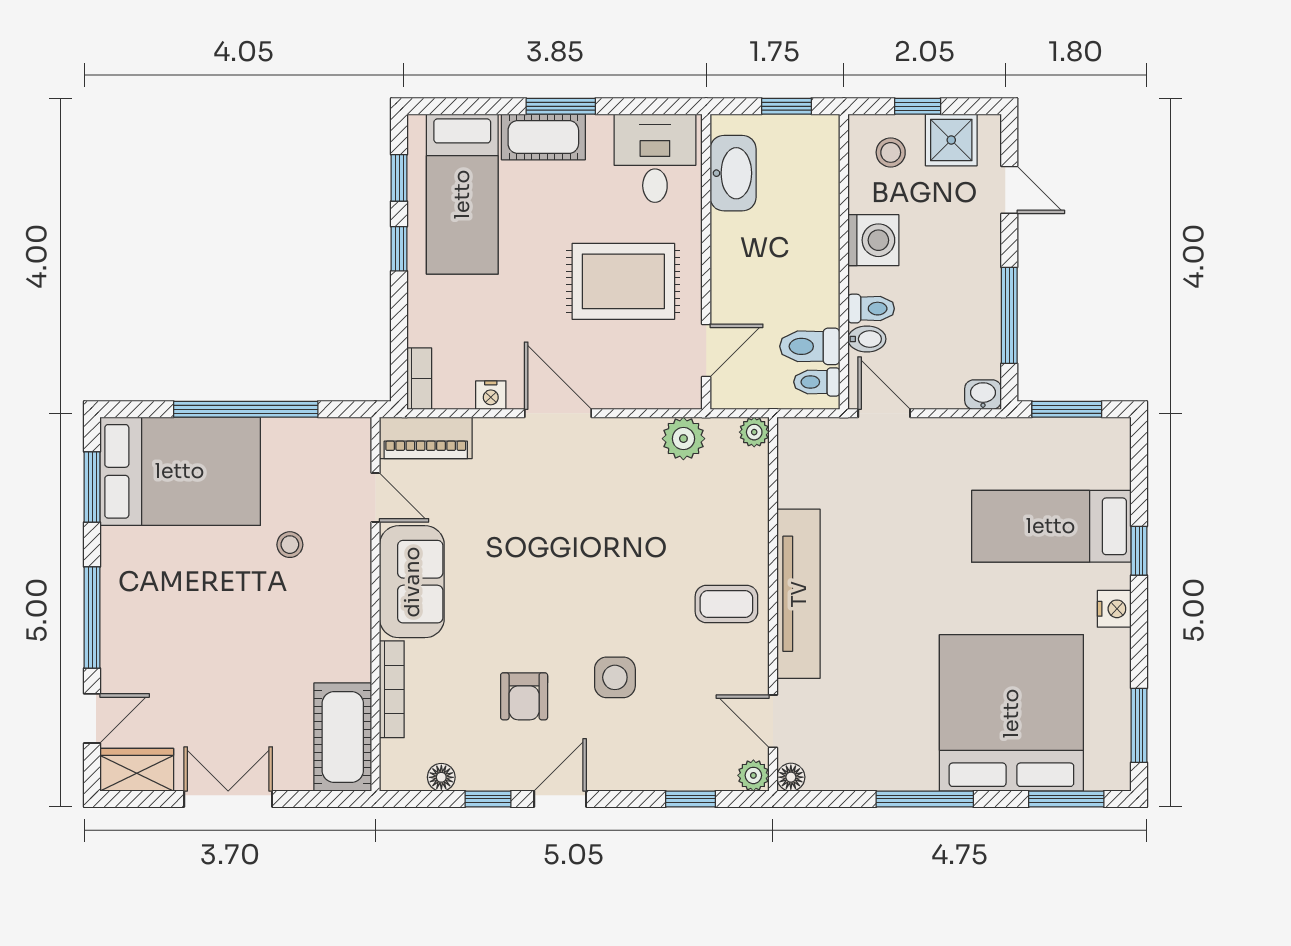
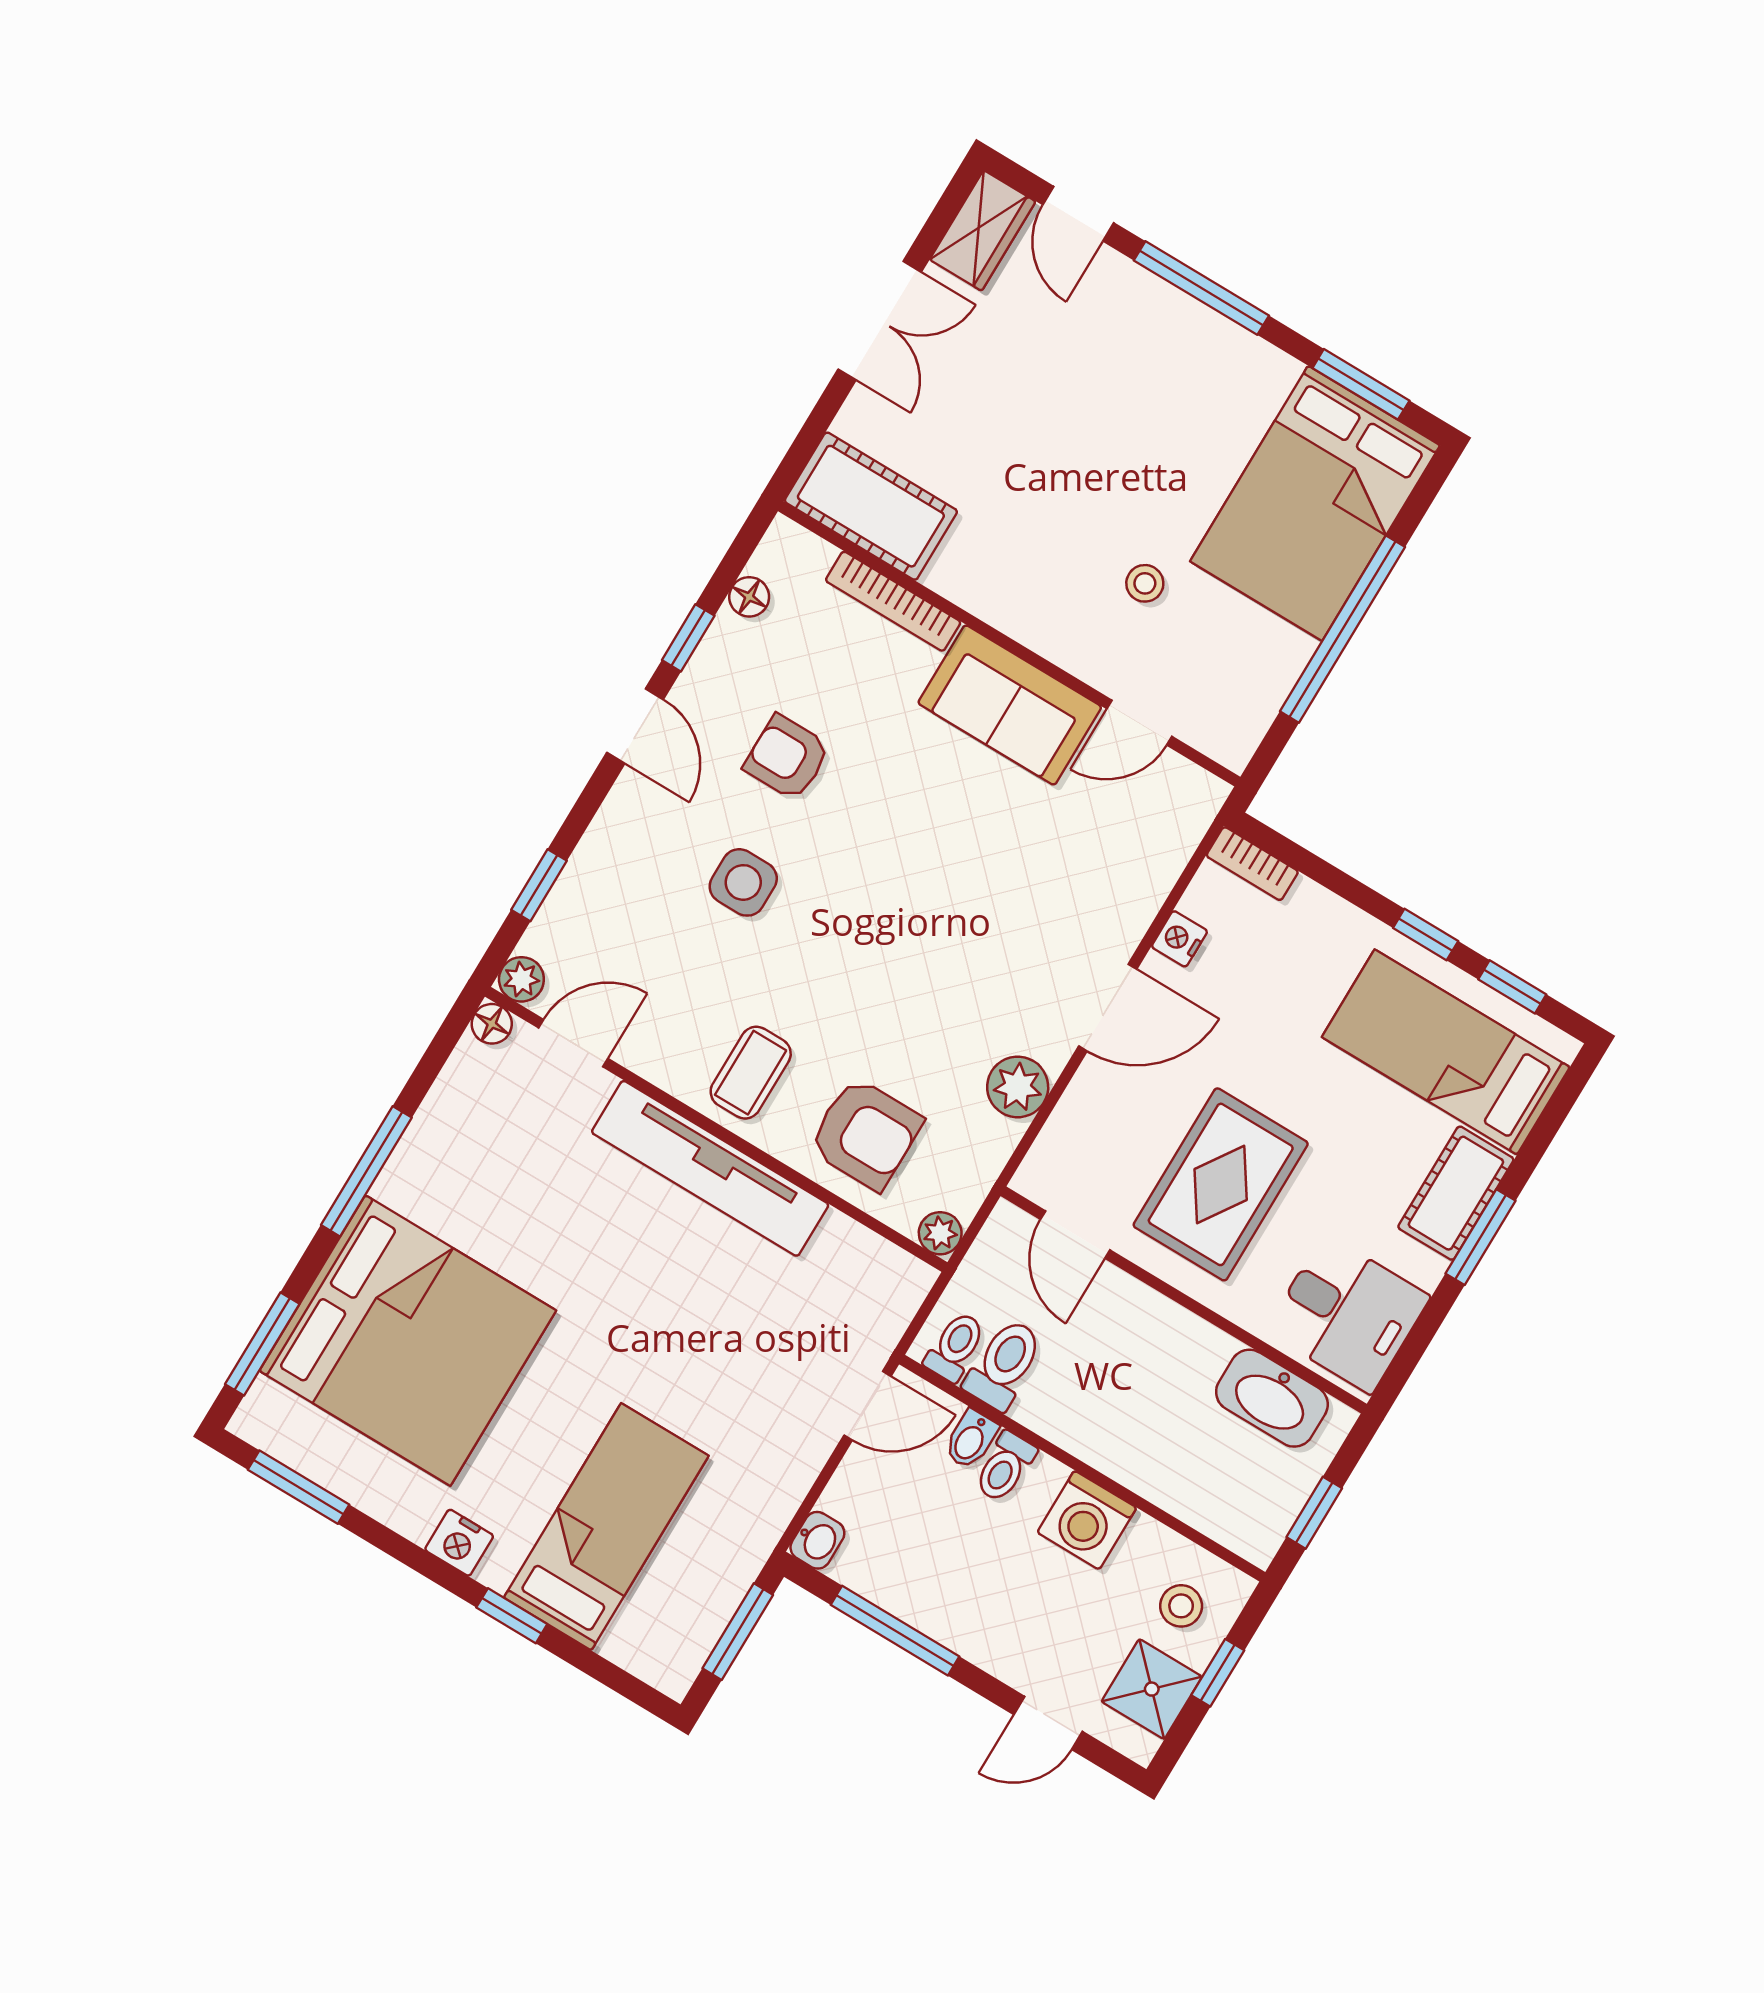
piano: (426, 438) -> (1175, 828), removed
plant: (683, 439) -> (1018, 1087), moved
armchair: (721, 513) -> (865, 1134), added

